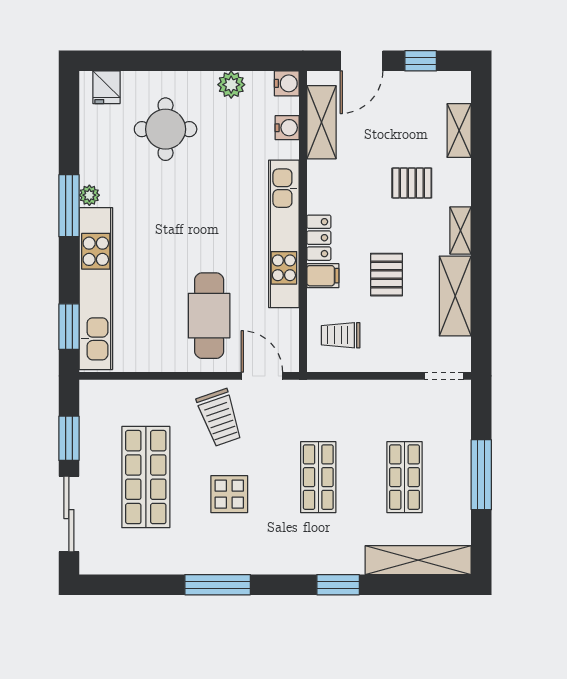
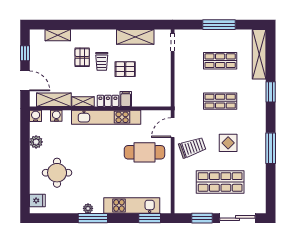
shelving: (461, 230) -> (83, 102), moved
kitchen unit: (96, 289) -> (132, 205), width x0.73
trolley: (341, 335) -> (102, 61), moved

